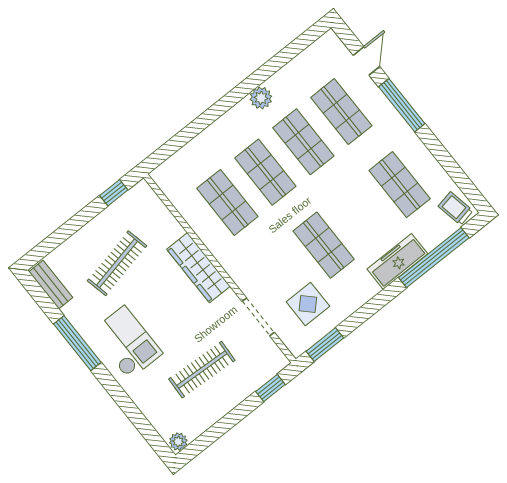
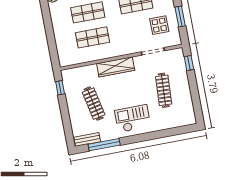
window: (77, 343) -> (104, 145), moved
window: (325, 345) -> (180, 17), moved
plant: (178, 442) -> (191, 119), removed

